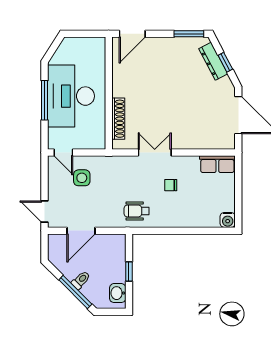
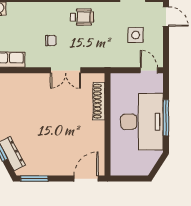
side table: (82, 178) -> (136, 35), moved

